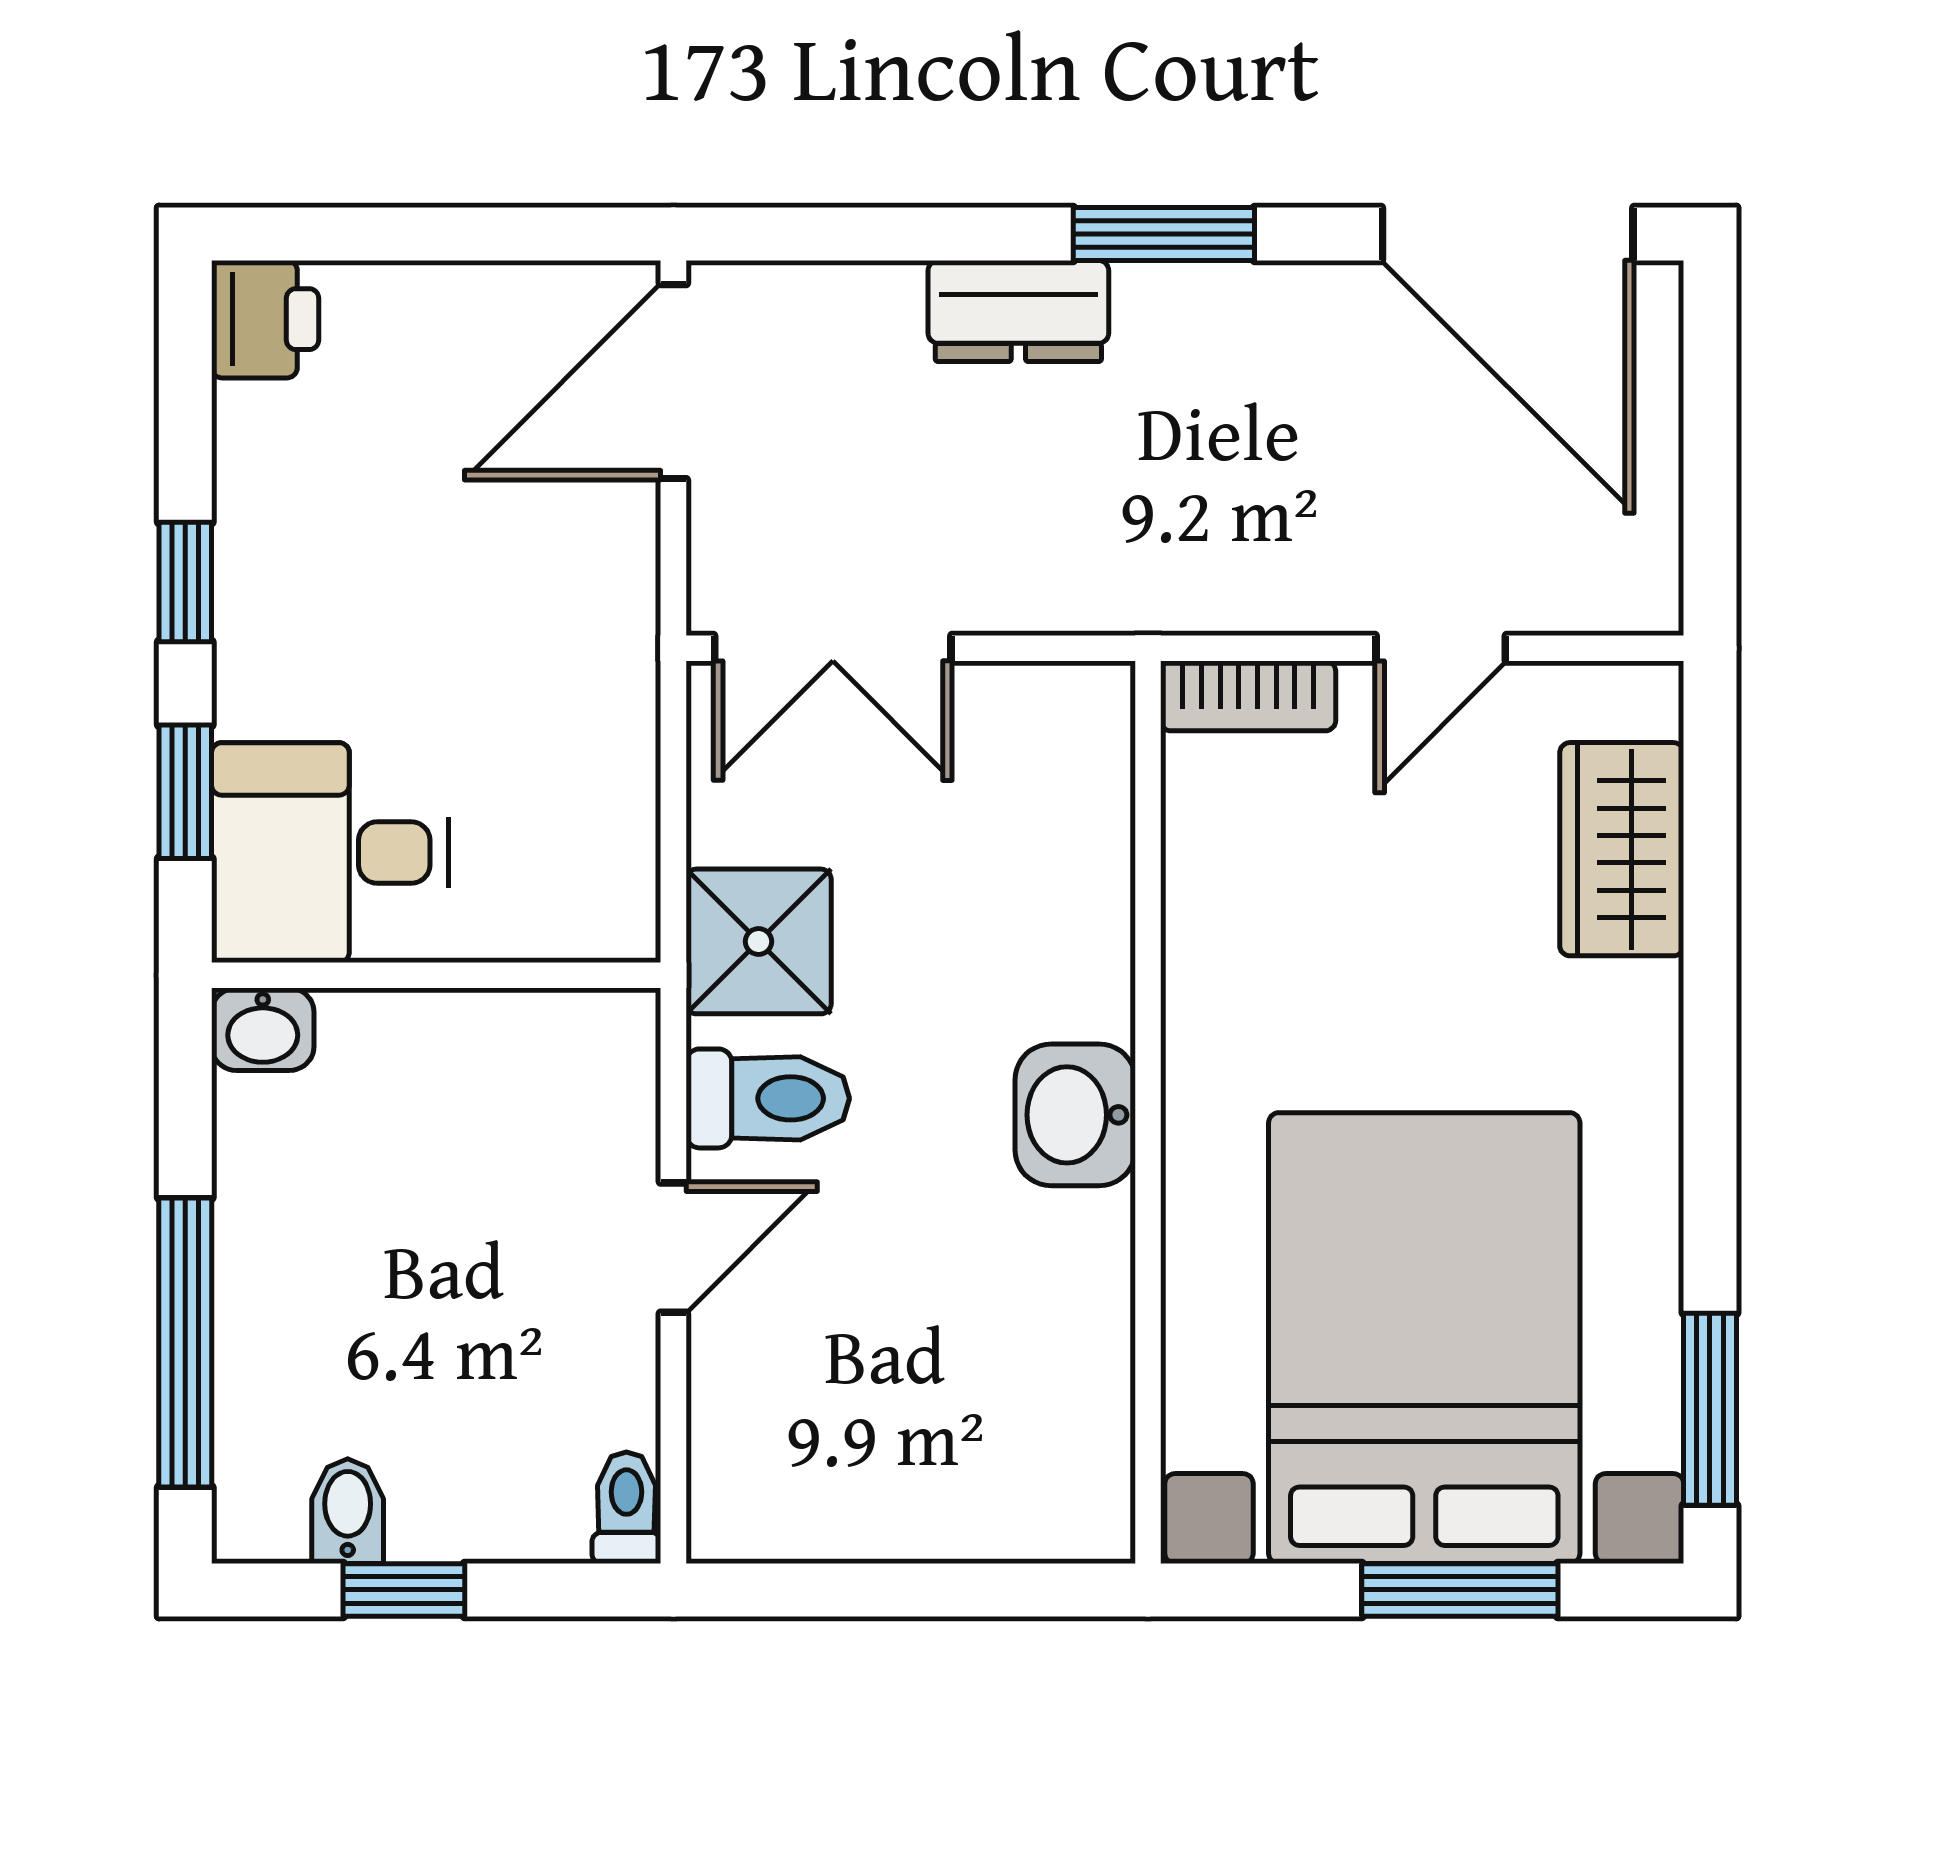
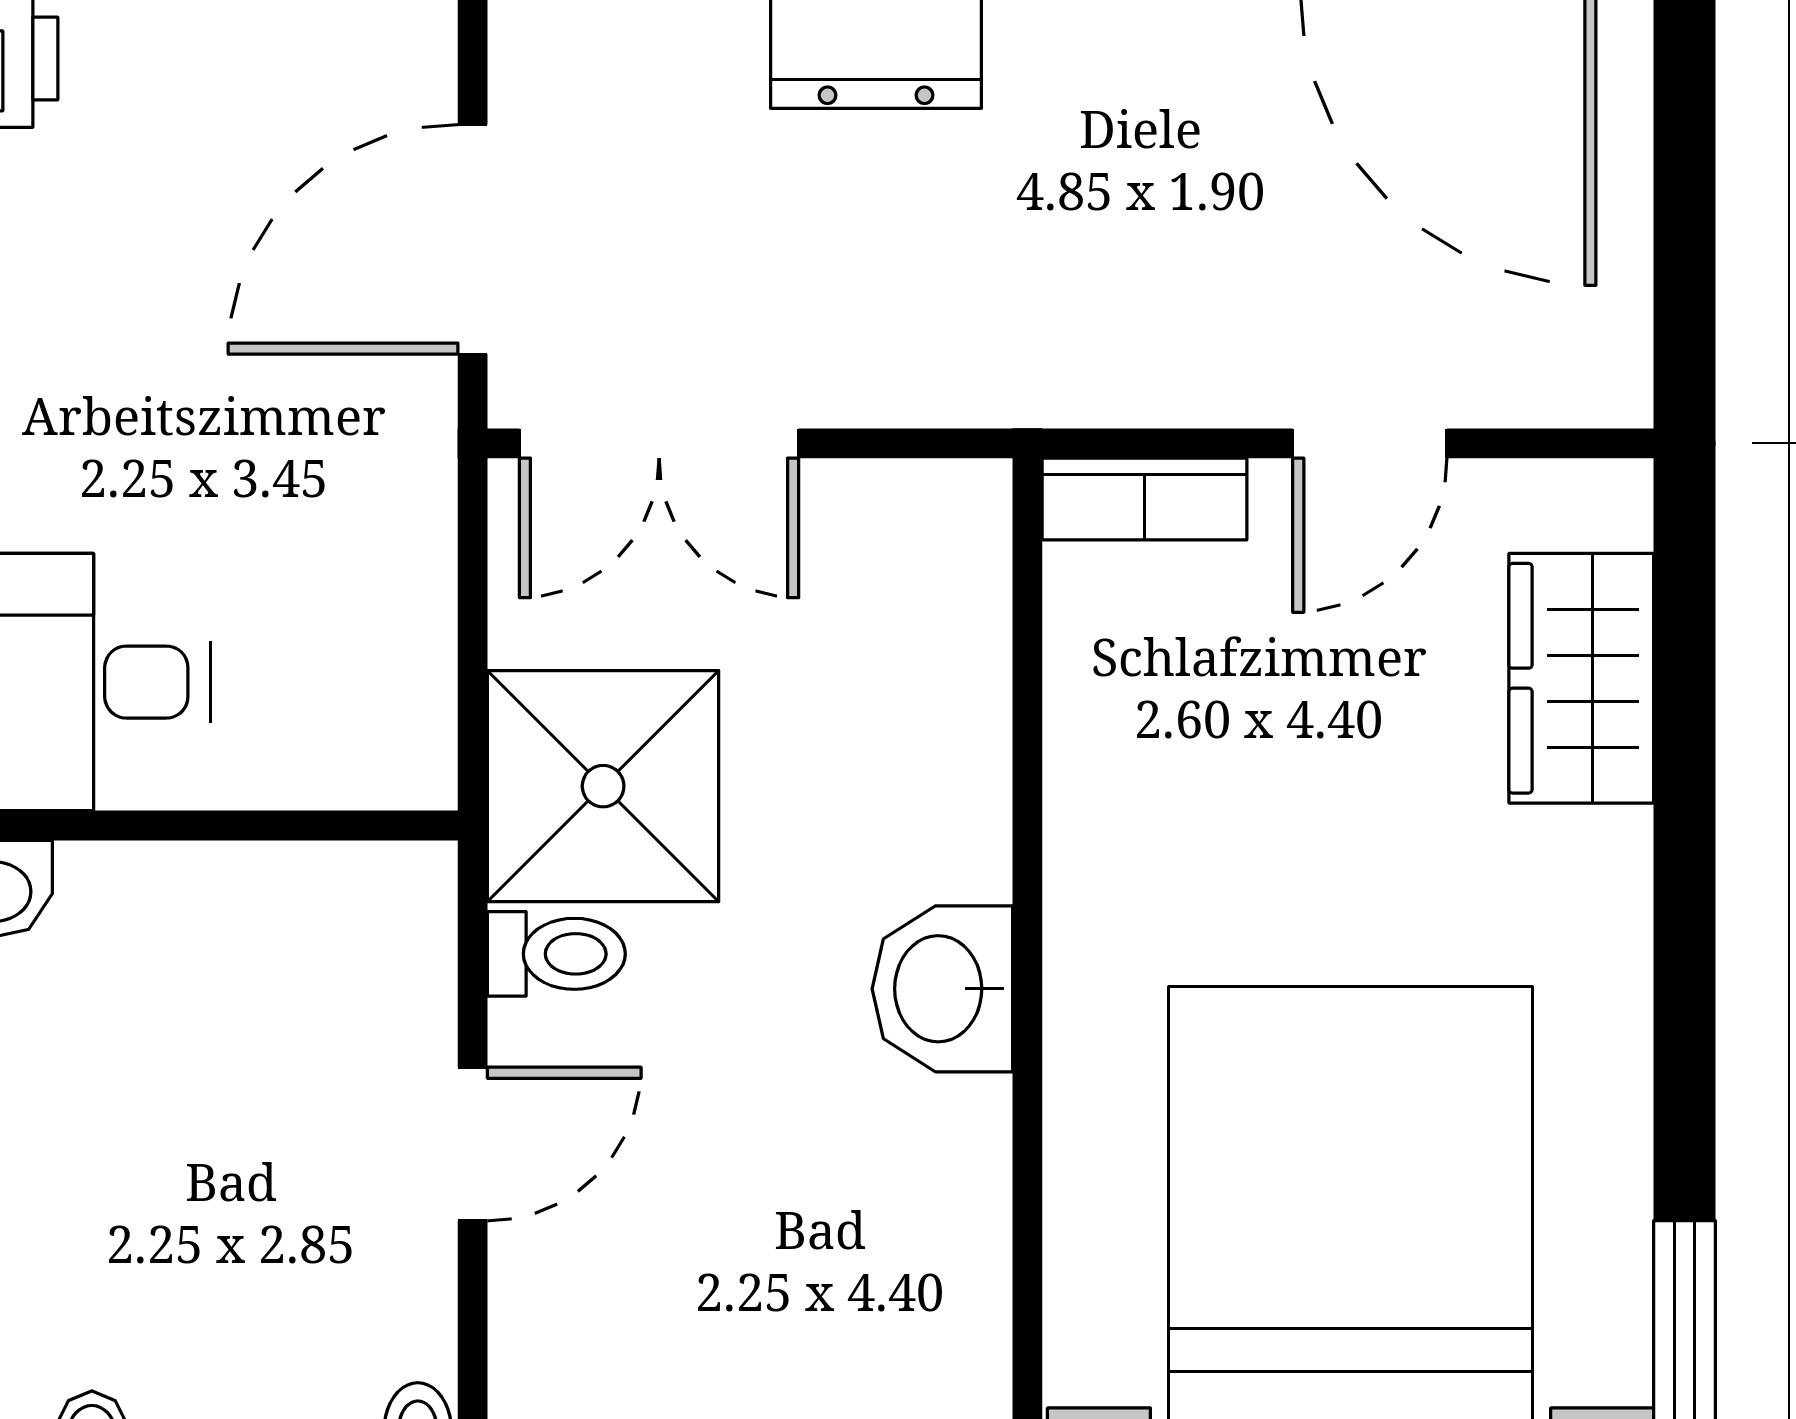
door: (673, 382) -> (473, 239), moved
shower: (759, 941) -> (603, 786), width x1.36, depth x1.36
toilet: (768, 1098) -> (556, 954), width x0.73, depth x0.72

